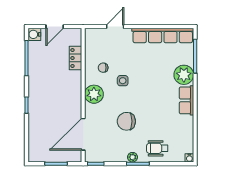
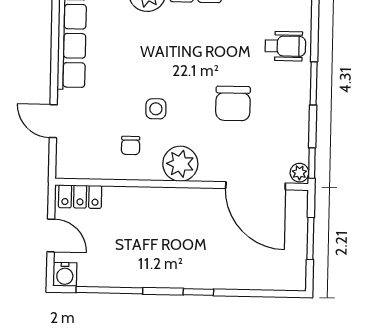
locker: (76, 58) -> (80, 197), moved
wheelchair: (157, 148) -> (285, 46), turned -90
plant: (133, 157) -> (299, 173), moved

